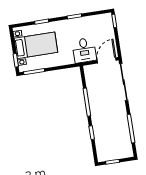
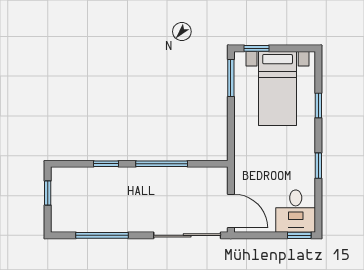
desk: (84, 50) -> (296, 211), moved, turned -90

